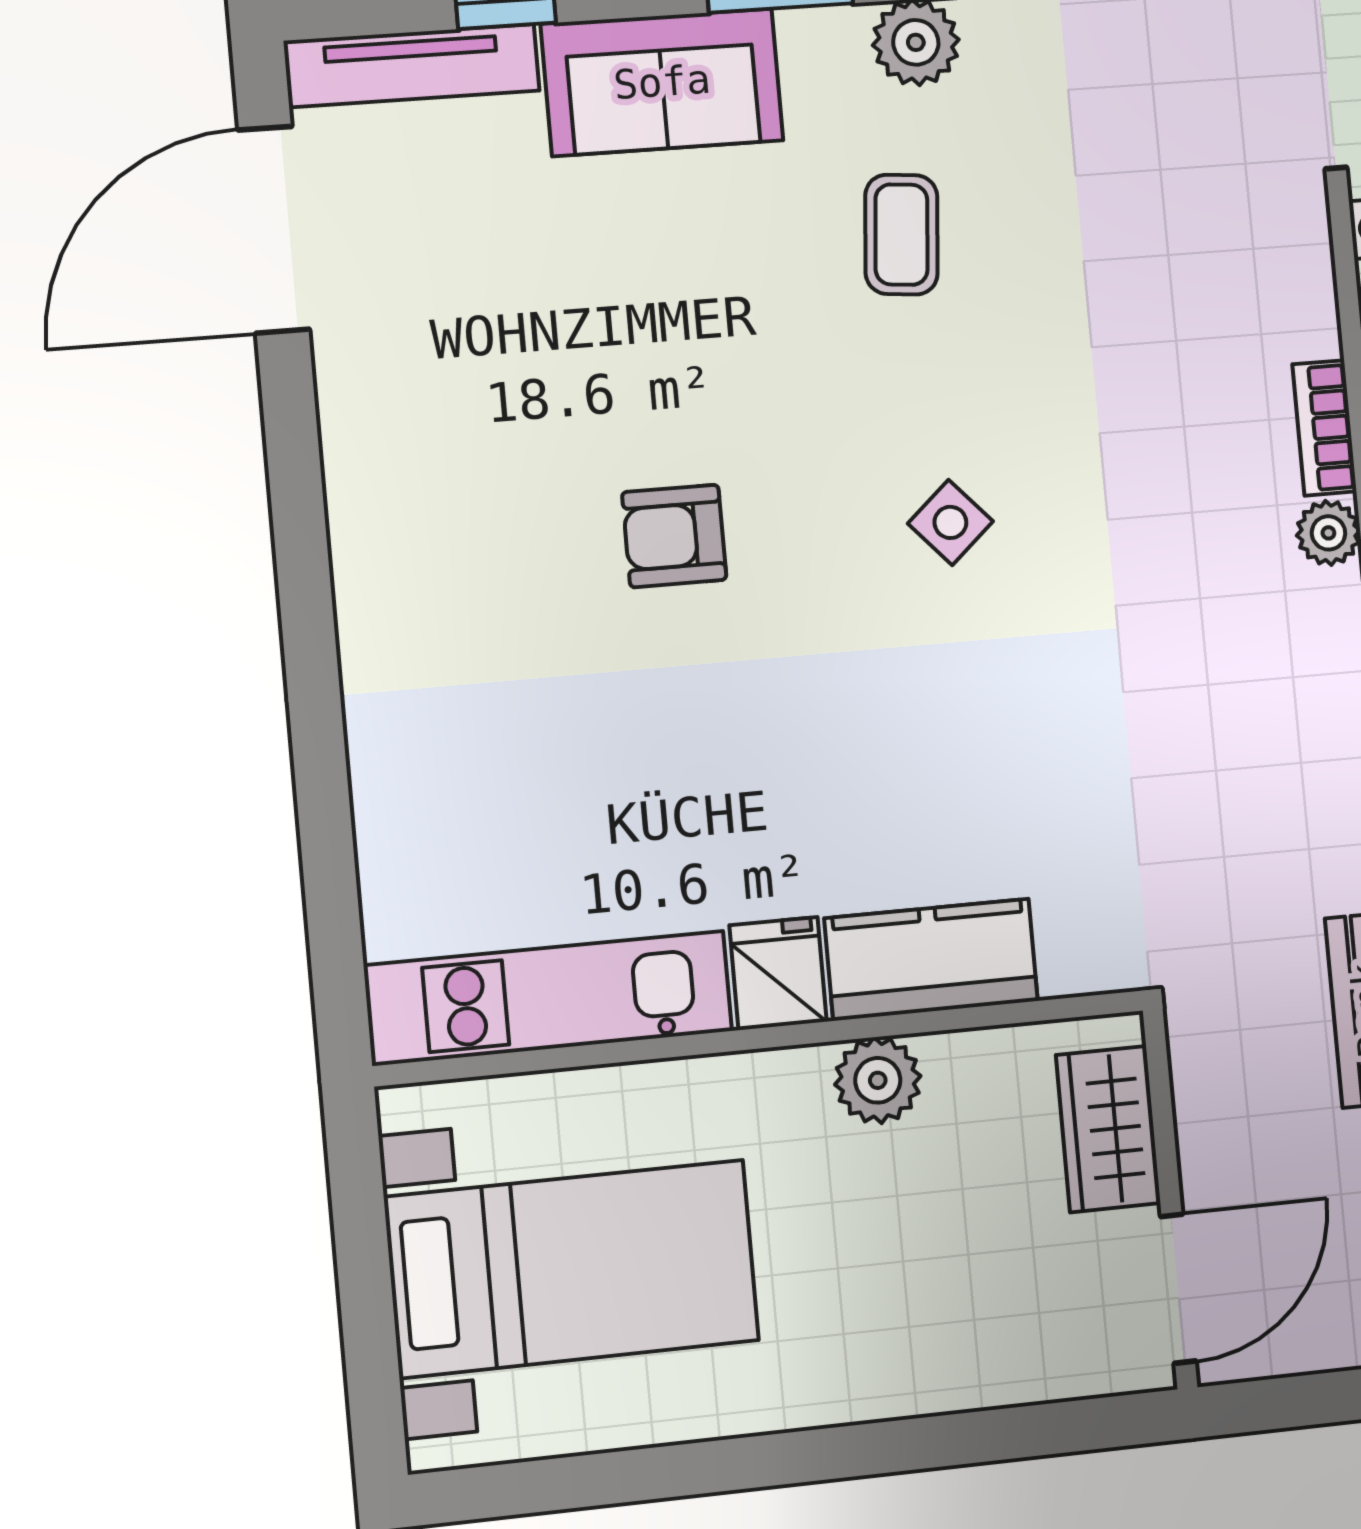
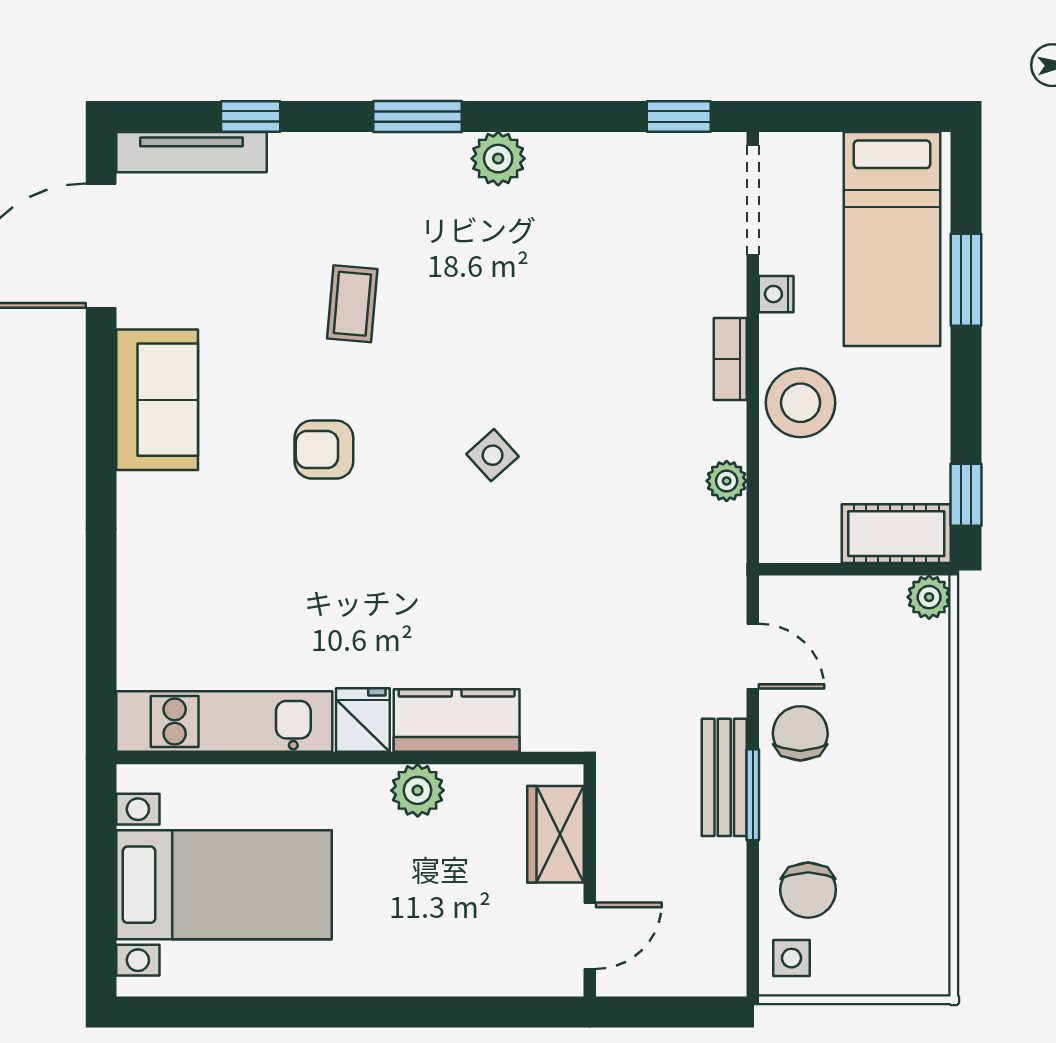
sofa: (662, 82) -> (157, 400), moved, turned -90
coffee table: (901, 235) -> (352, 304), moved
bookcase: (1325, 428) -> (730, 359), moved
door: (1178, 1289) -> (590, 936), width x0.73

